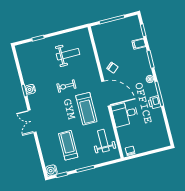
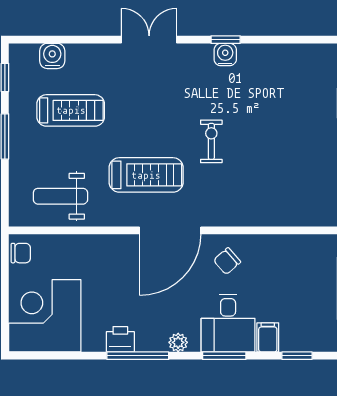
weight bench: (68, 54) -> (285, 164), removed
treadmill: (86, 109) -> (146, 175), turned 180
desk: (125, 114) -> (228, 323), moved, turned 180
corner desk: (153, 135) -> (45, 316), added
weight bench: (103, 141) -> (60, 196), turned 180
water cooler: (51, 170) -> (52, 56), moved

